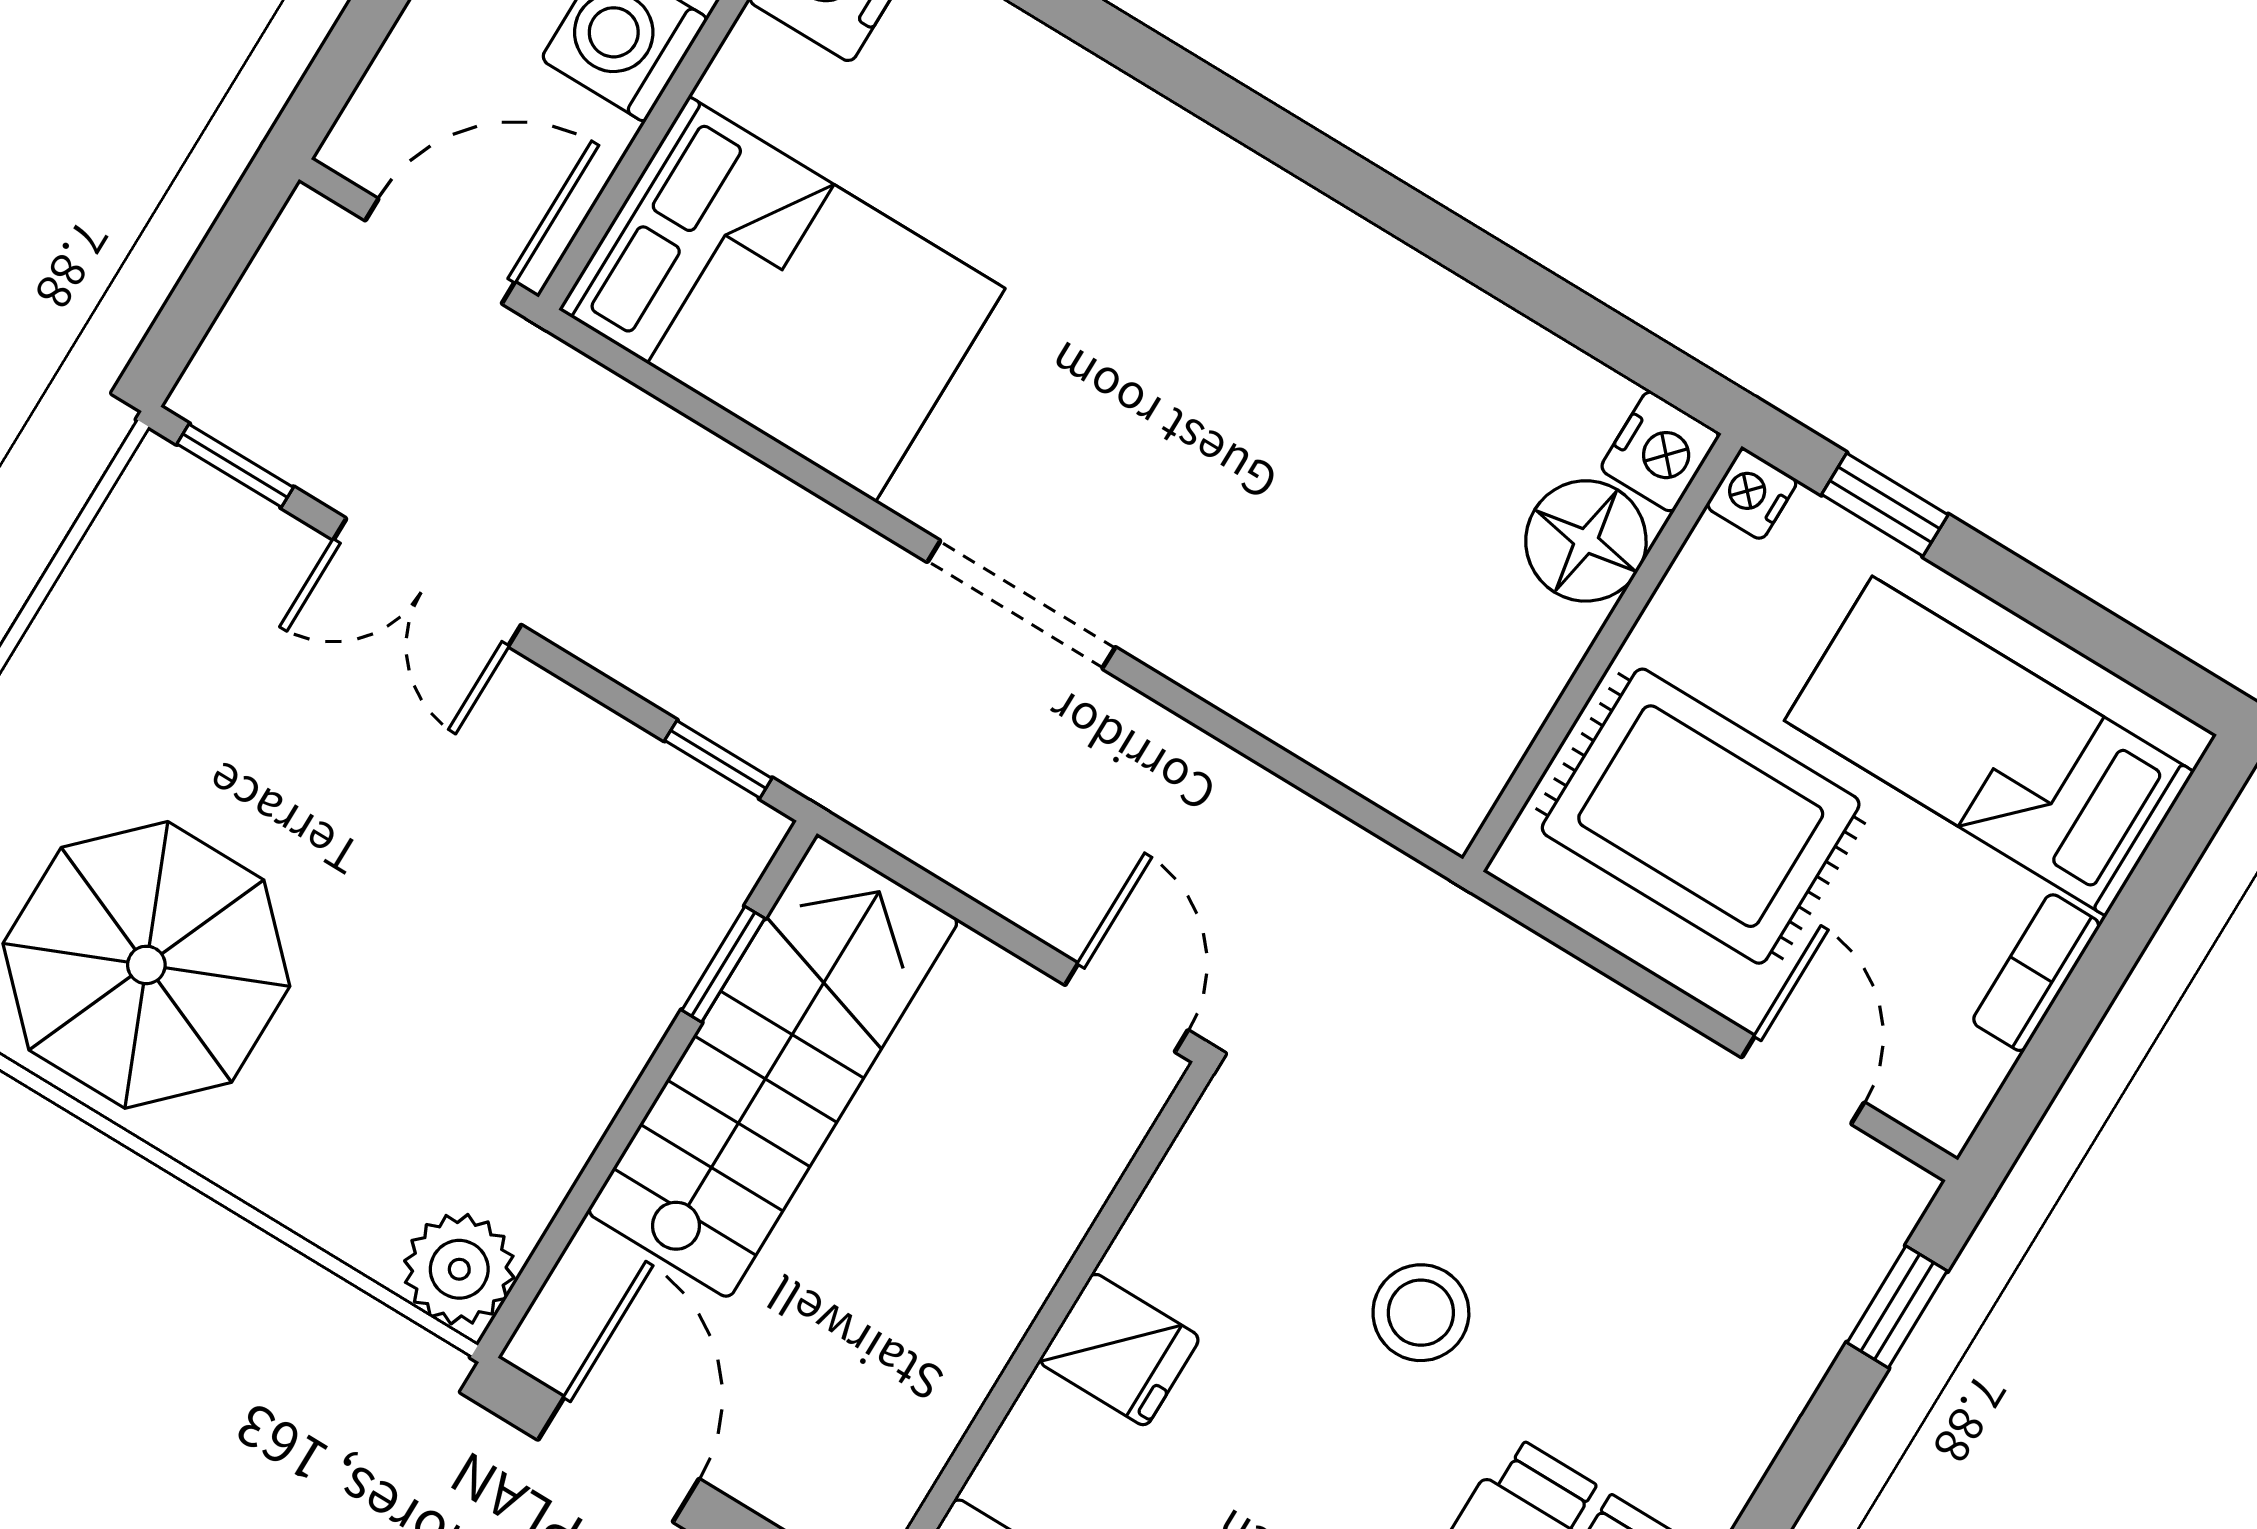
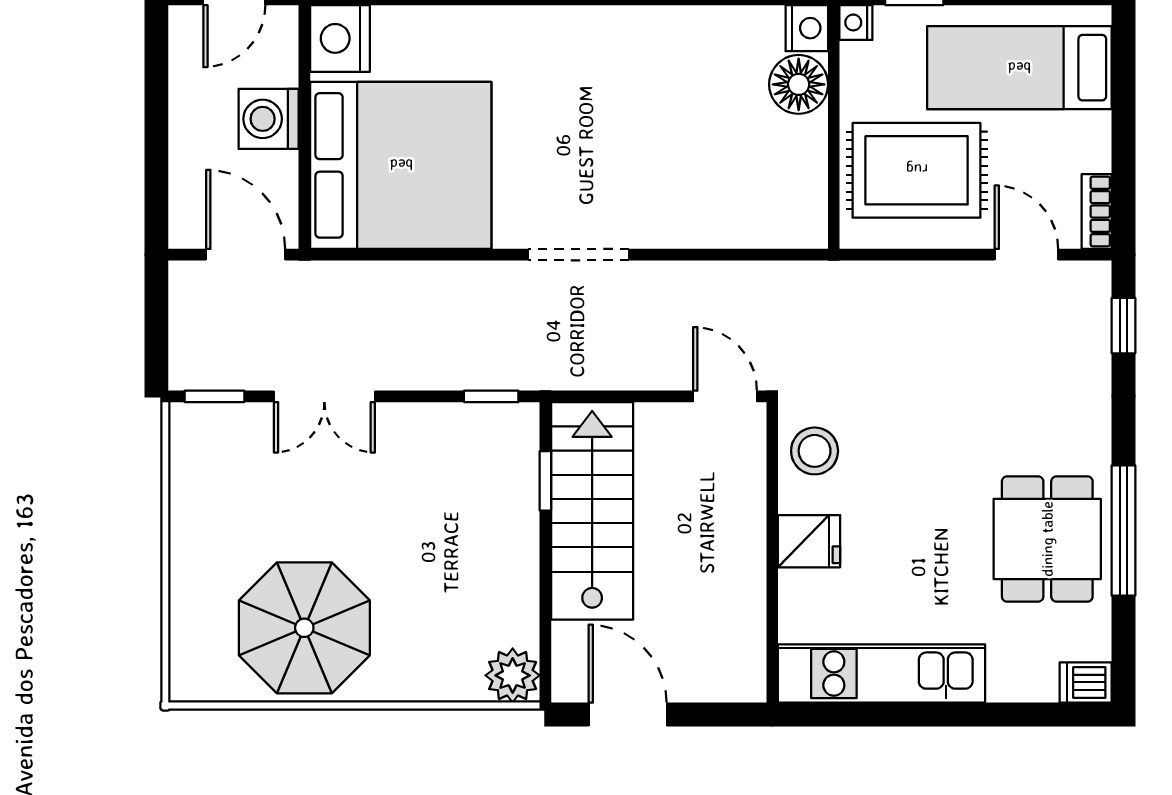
door: (440, 251) -> (246, 255), hinge flipped
bed: (782, 299) -> (401, 165), width x1.36
bookcase: (2036, 973) -> (1097, 211), moved
stool: (1421, 1313) -> (815, 451), moved

